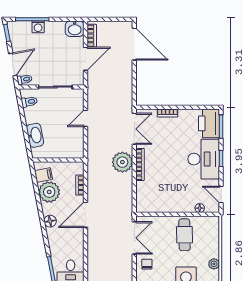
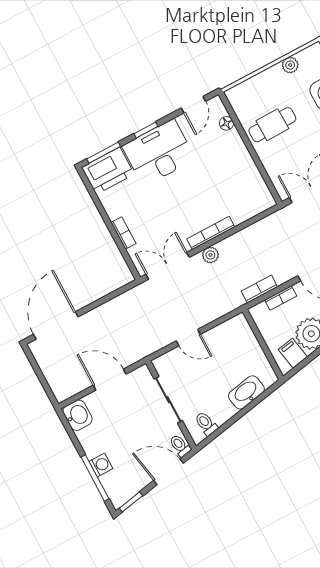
bookcase: (92, 36) -> (259, 289), moved
plant: (122, 162) -> (210, 255), width x0.53, depth x0.53

